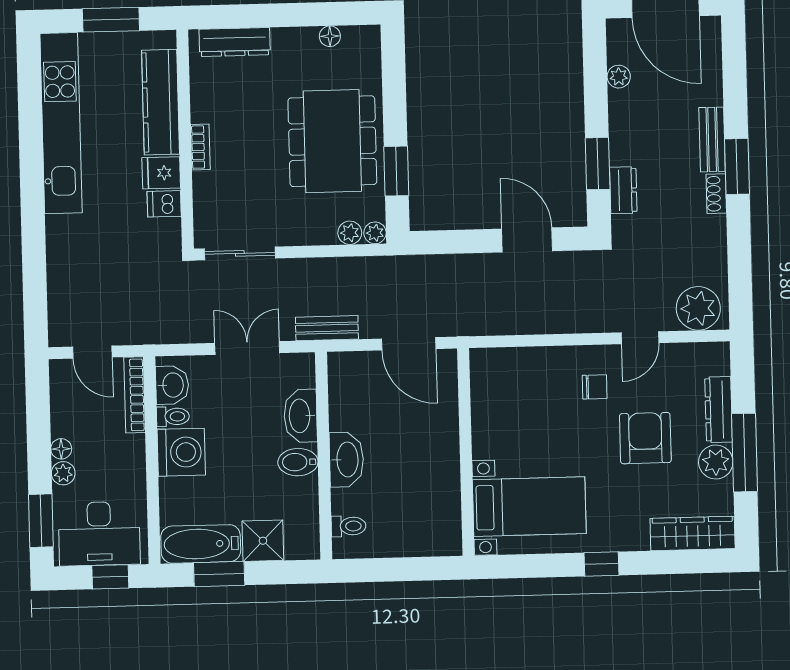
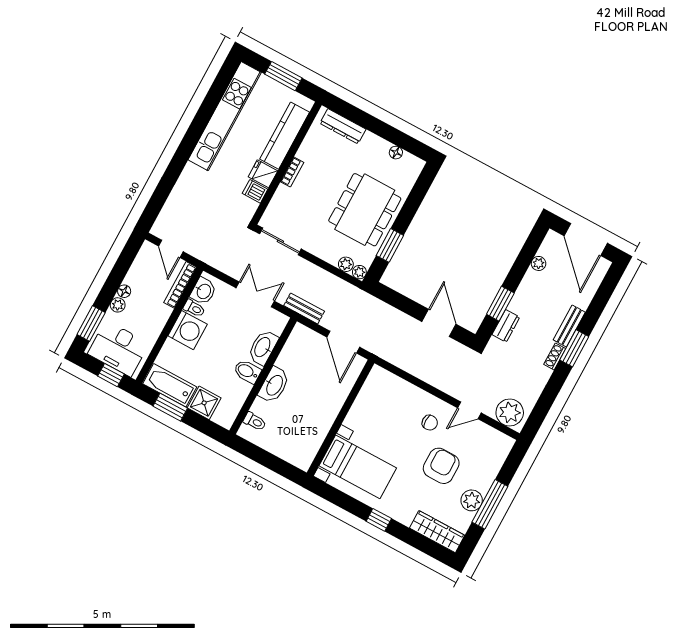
dresser: (719, 410) -> (489, 473), removed

